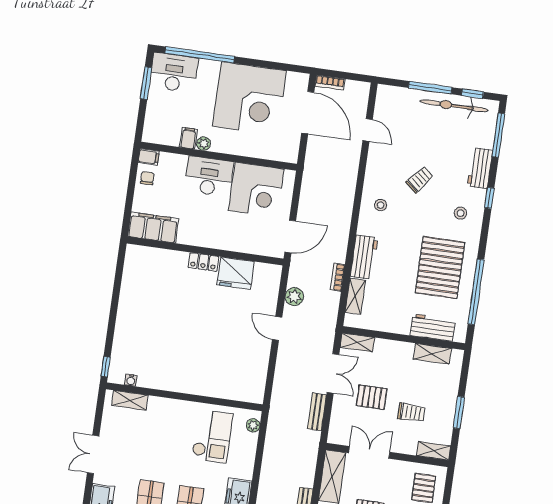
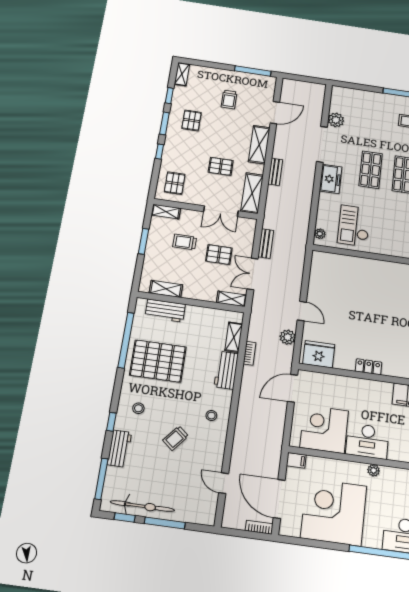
filing cabinet: (189, 138) -> (296, 460), moved, turned -90
pallet: (440, 268) -> (158, 361), turned 90
fridge: (236, 273) -> (319, 354), moved

